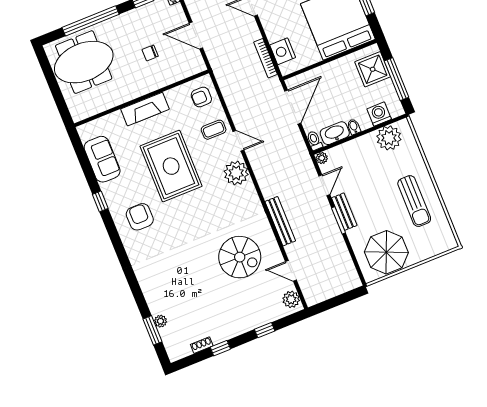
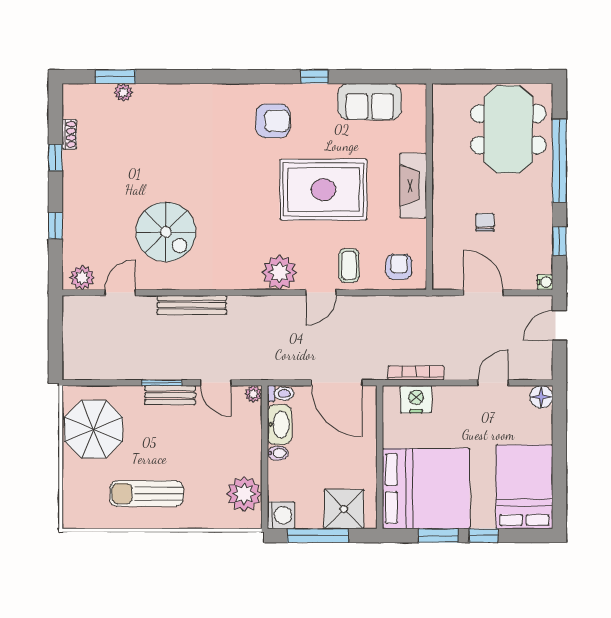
door: (196, 36) -> (483, 293), hinge flipped
washing machine: (379, 114) -> (281, 515), moved
spiral stairs: (240, 257) -> (166, 232), turned -90

